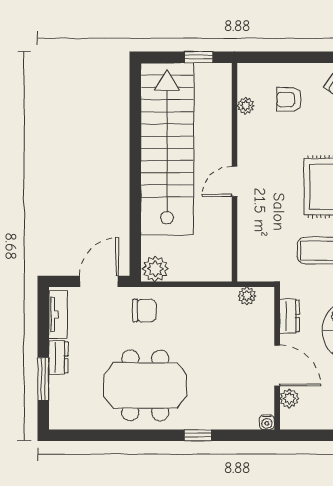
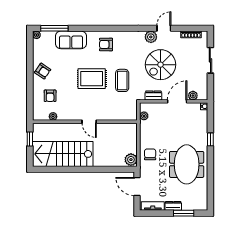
stairs: (167, 149) -> (63, 154), width x0.73
chair: (144, 311) -> (150, 154), moved

